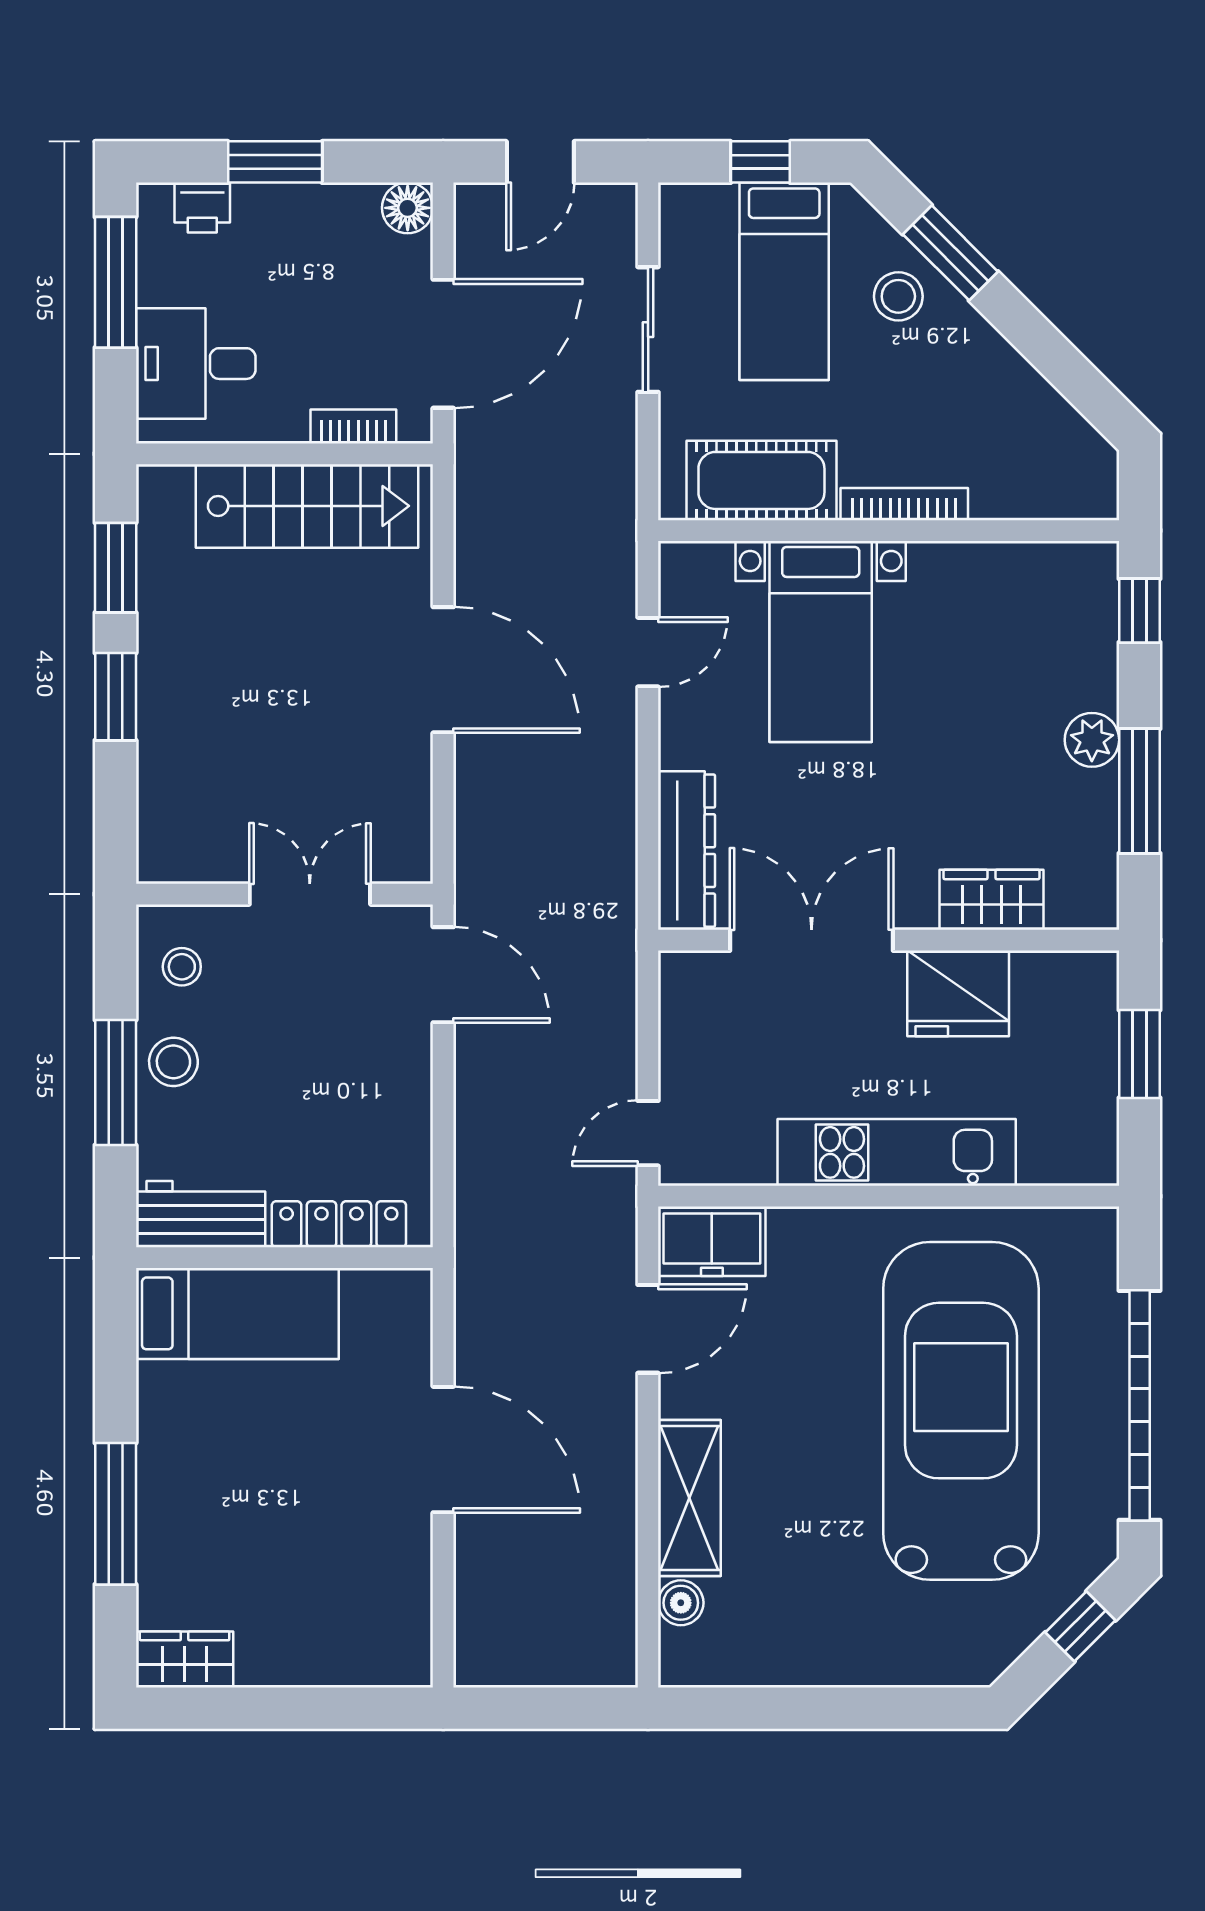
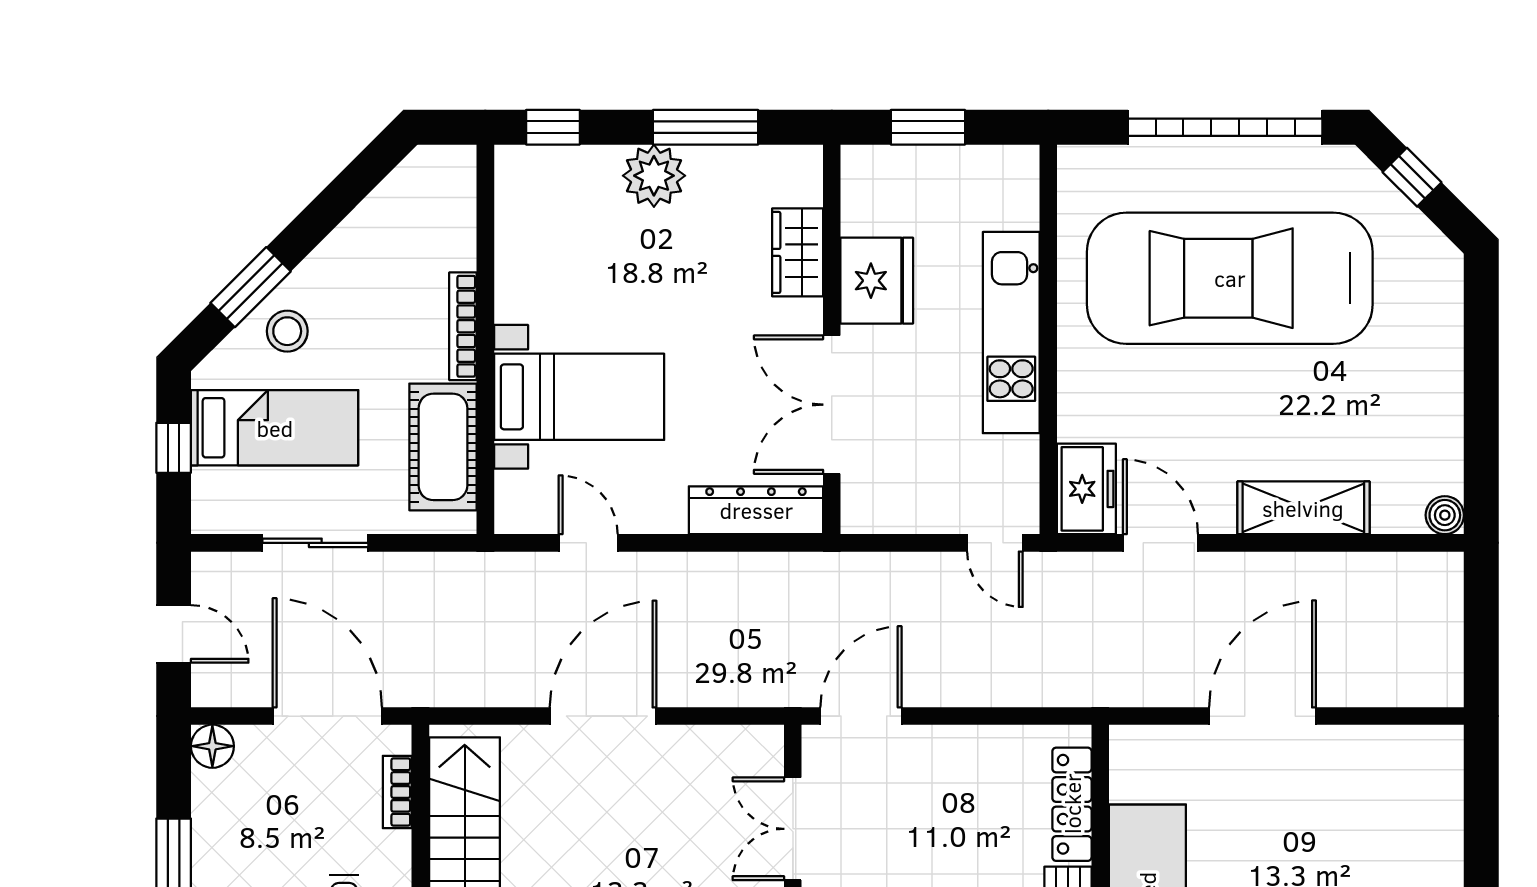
plant: (1092, 740) -> (654, 176), width x1.36, depth x1.36
boiler: (681, 1603) -> (1445, 515), moved

